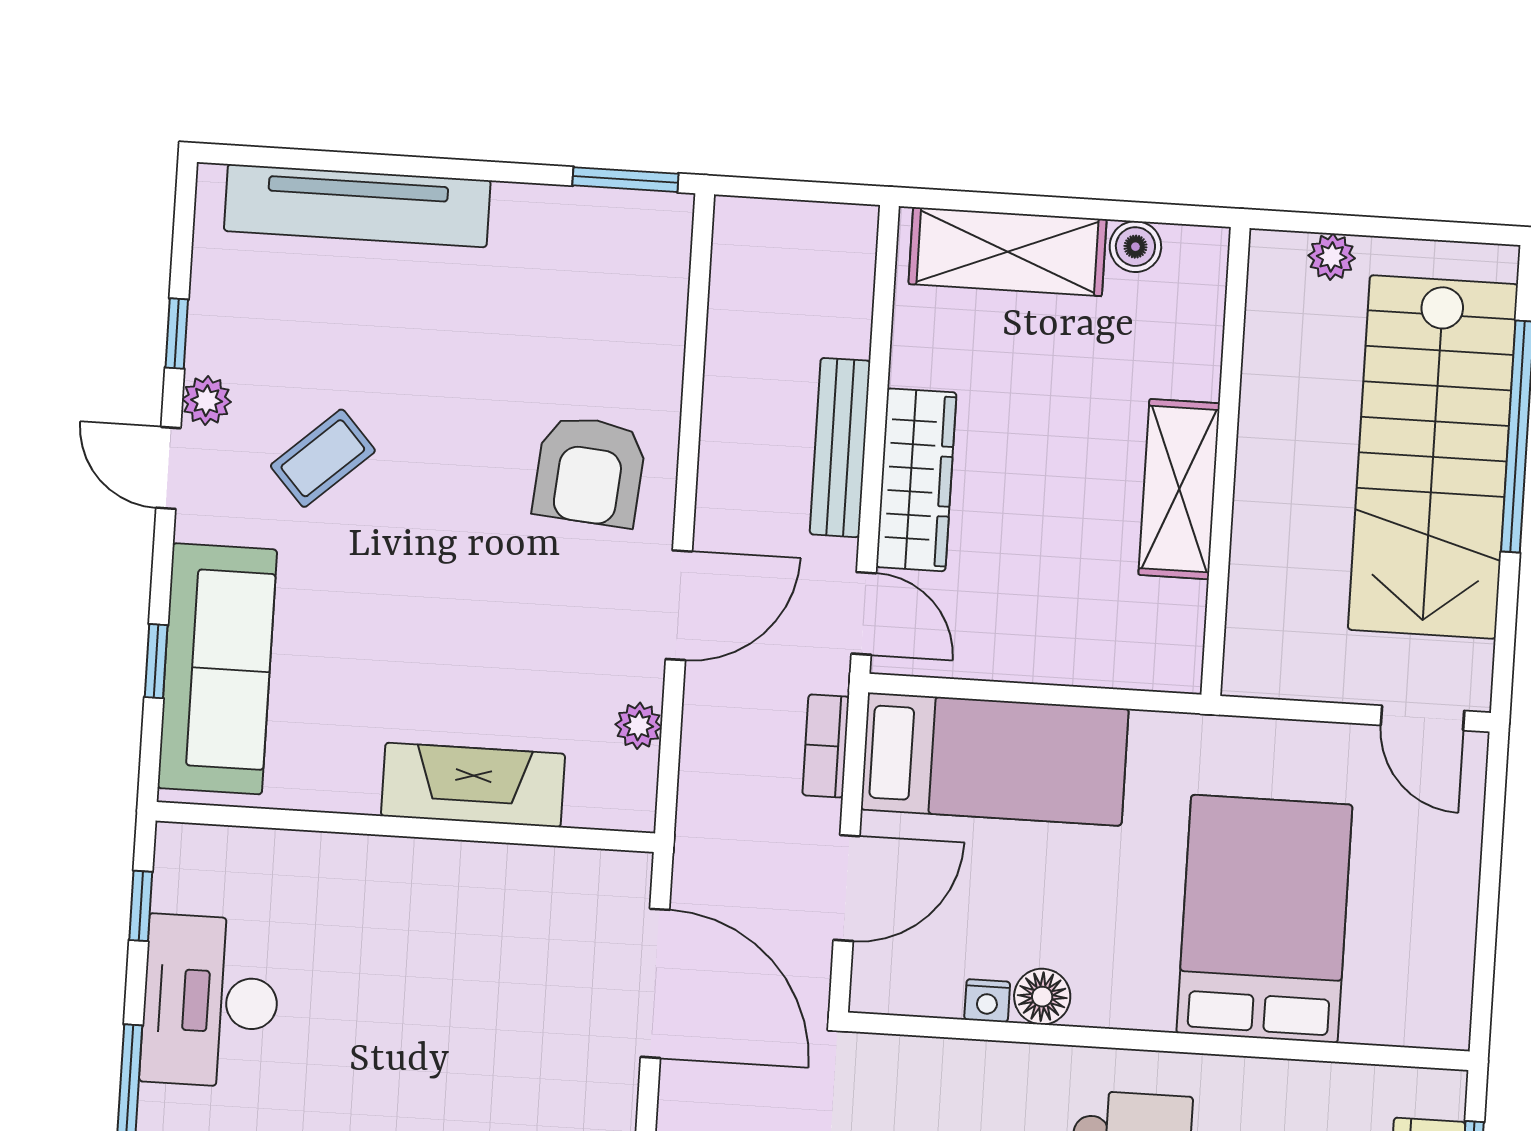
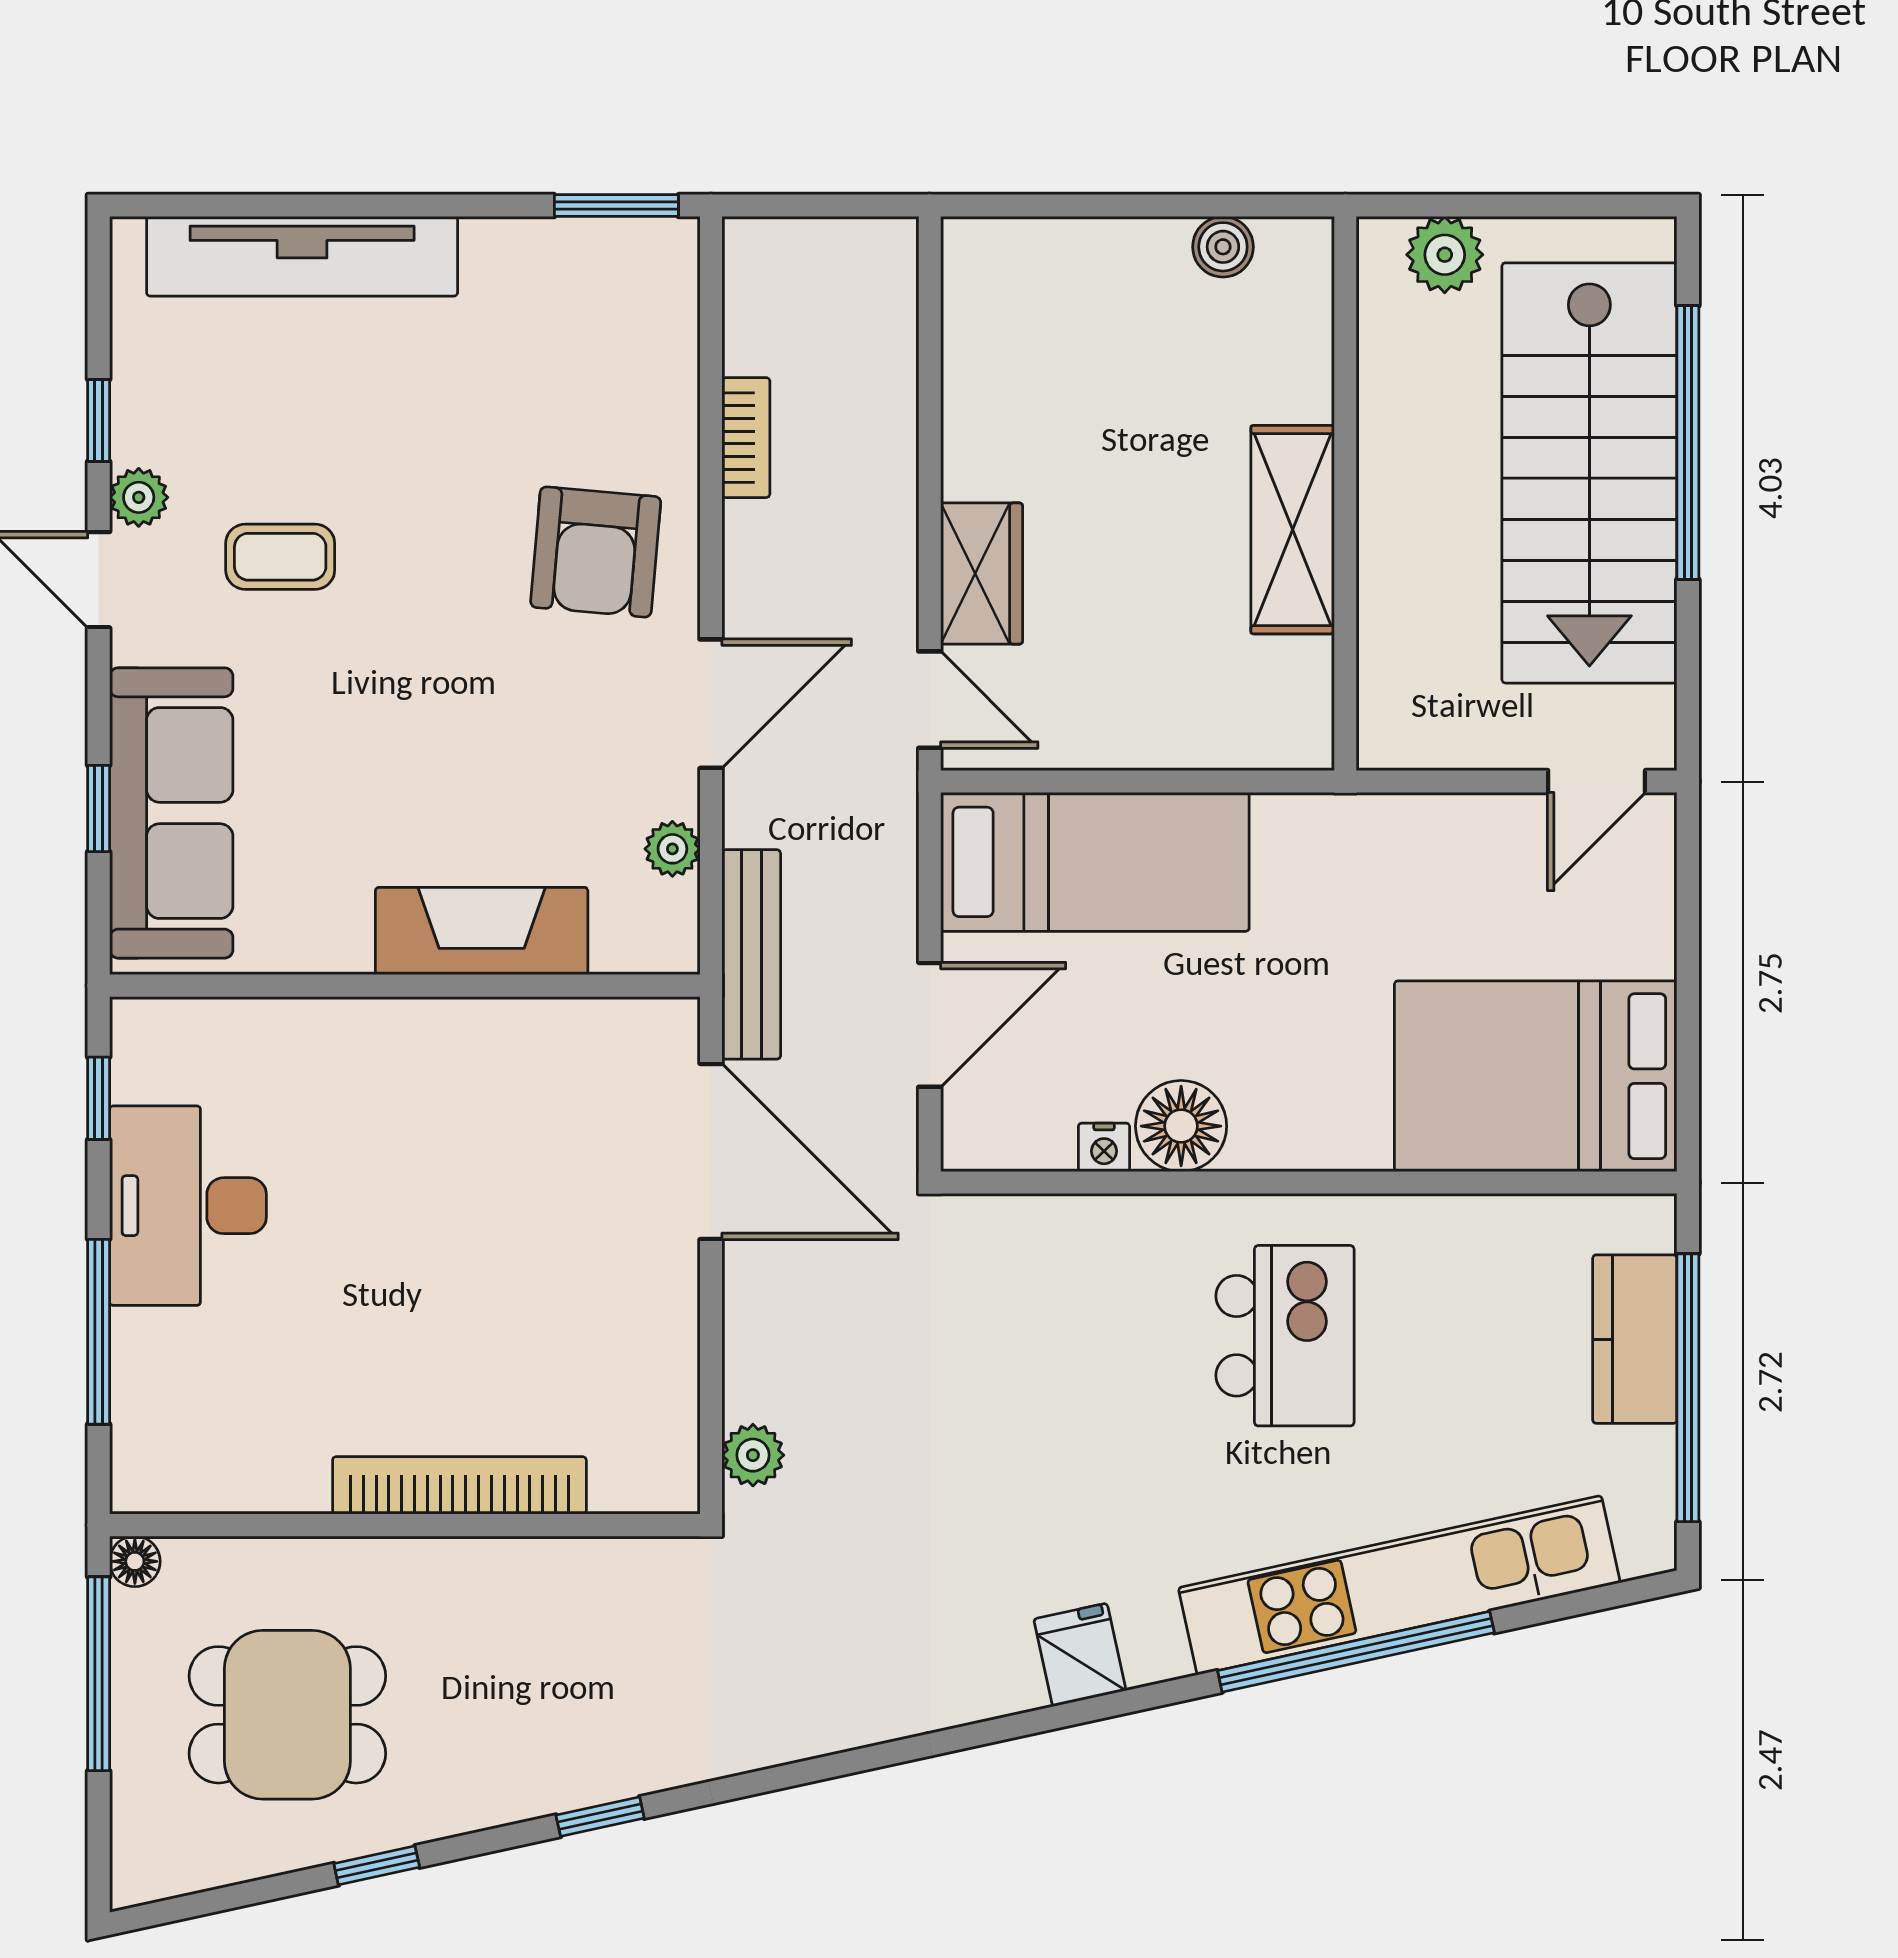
shelving: (1008, 252) -> (1072, 262), removed
plant: (1332, 257) -> (1445, 255), width x1.38, depth x1.38
bench: (840, 448) -> (751, 954), moved
coffee table: (323, 458) -> (280, 557), turned 42
wardrobe: (916, 480) -> (982, 573), width x0.67
door: (1422, 718) -> (1597, 782), hinge flipped
bookcase: (826, 746) -> (746, 438), moved, turned 180
bed: (1264, 919) -> (1536, 1076), moved, turned -90
floor lamp: (1042, 997) -> (1181, 1126), width x1.38, depth x1.38

